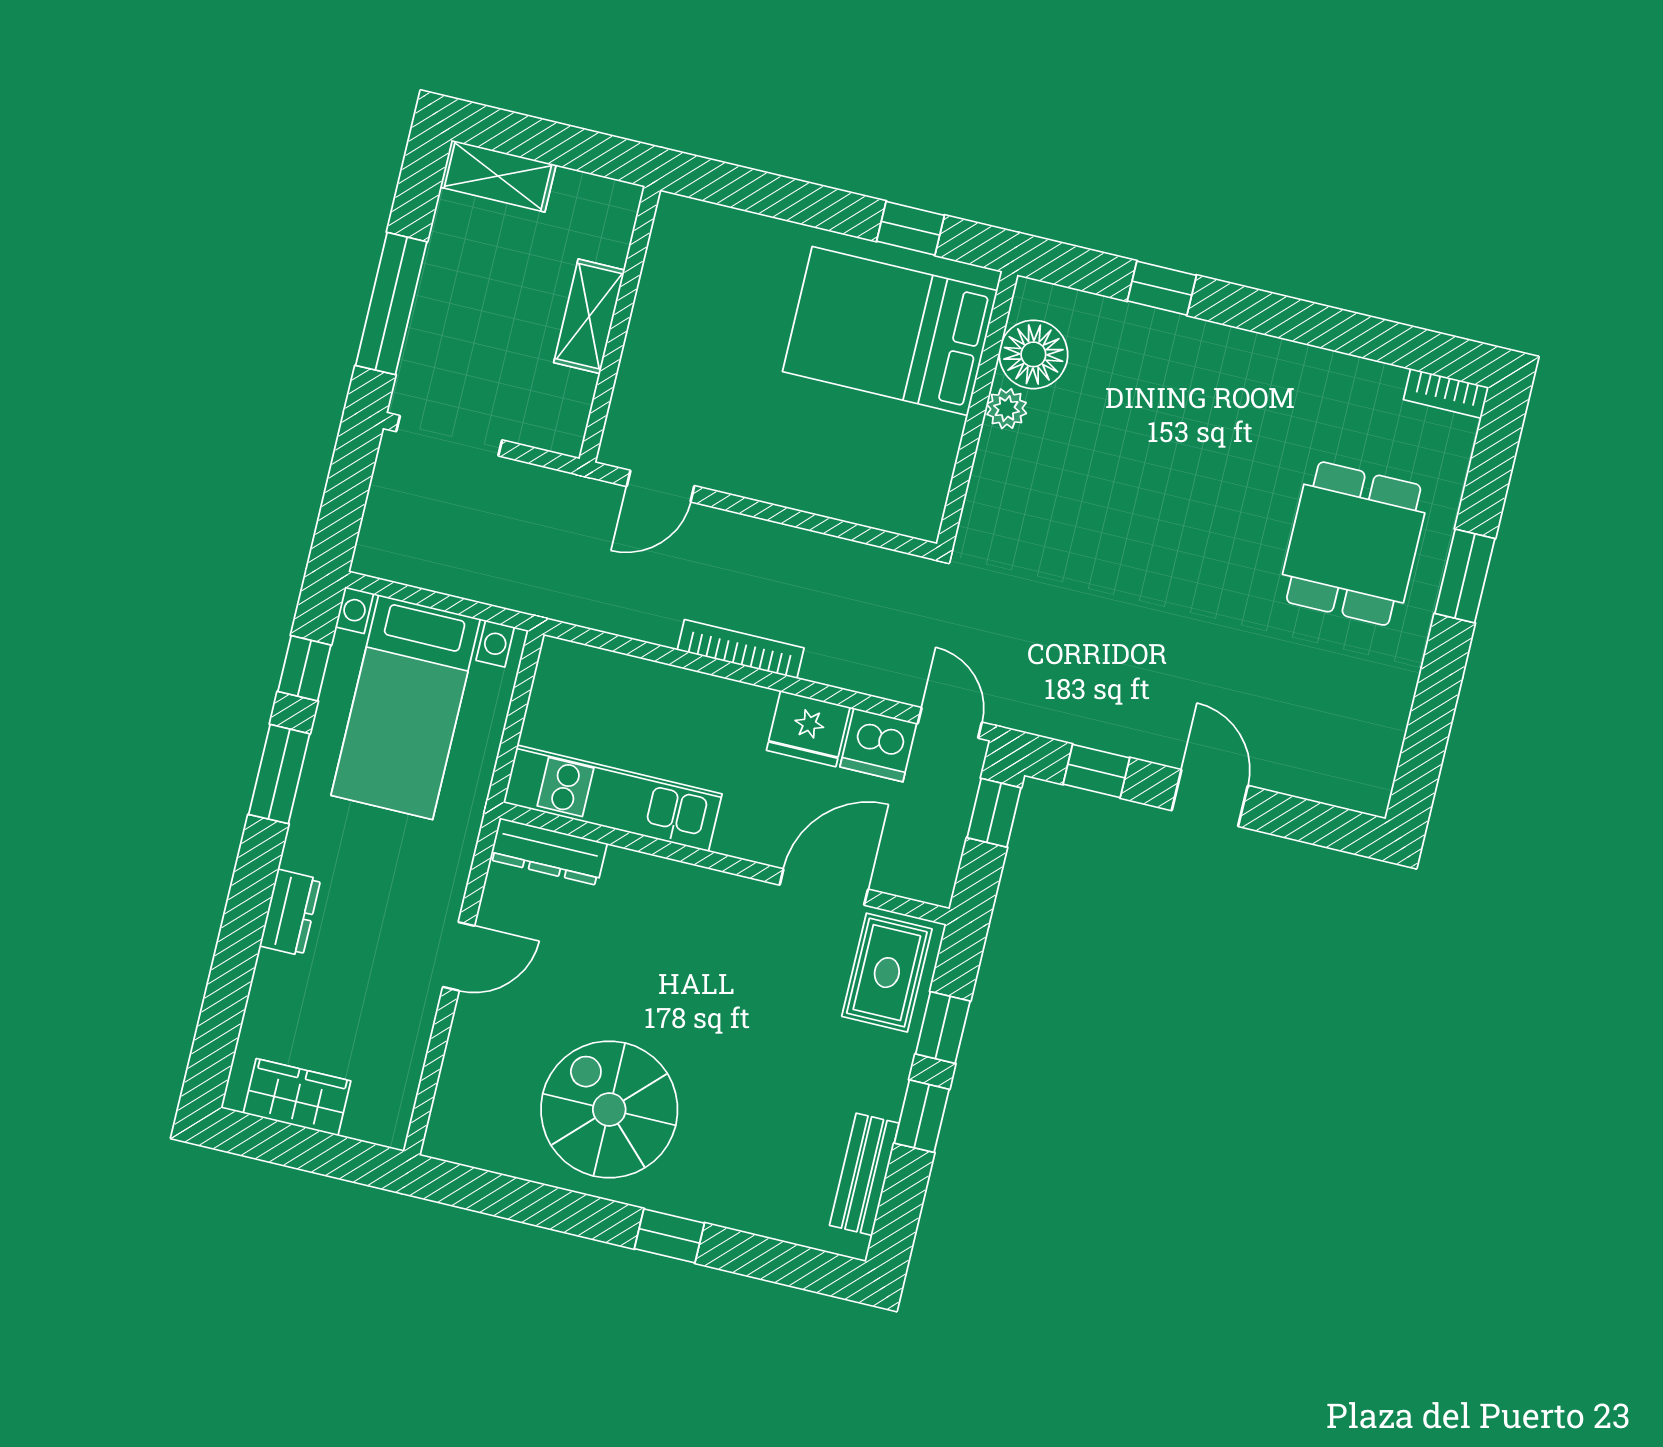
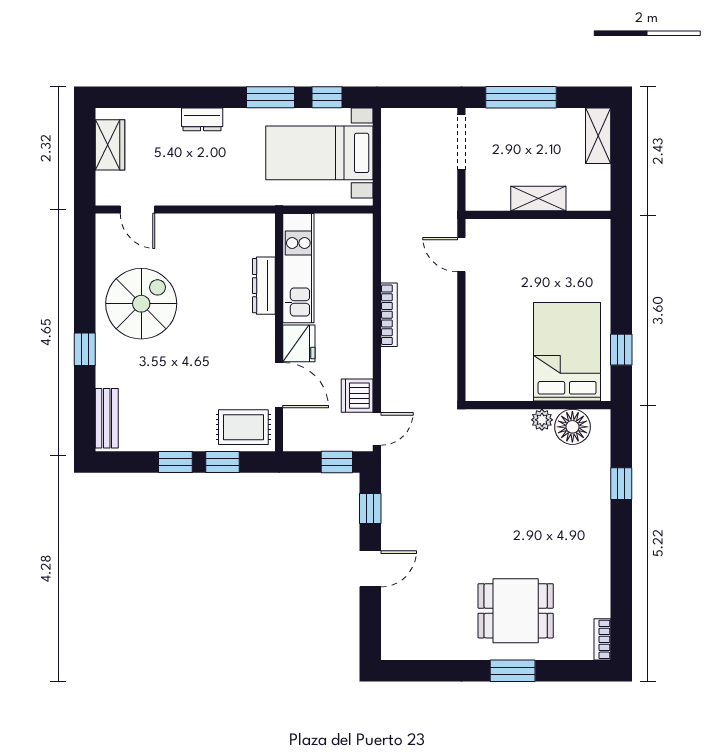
fridge: (808, 729) -> (299, 343), moved, turned 180
dresser: (549, 852) -> (264, 286), moved
door: (459, 956) -> (138, 210), moved
bench: (864, 1174) -> (107, 418), moved, turned 90

